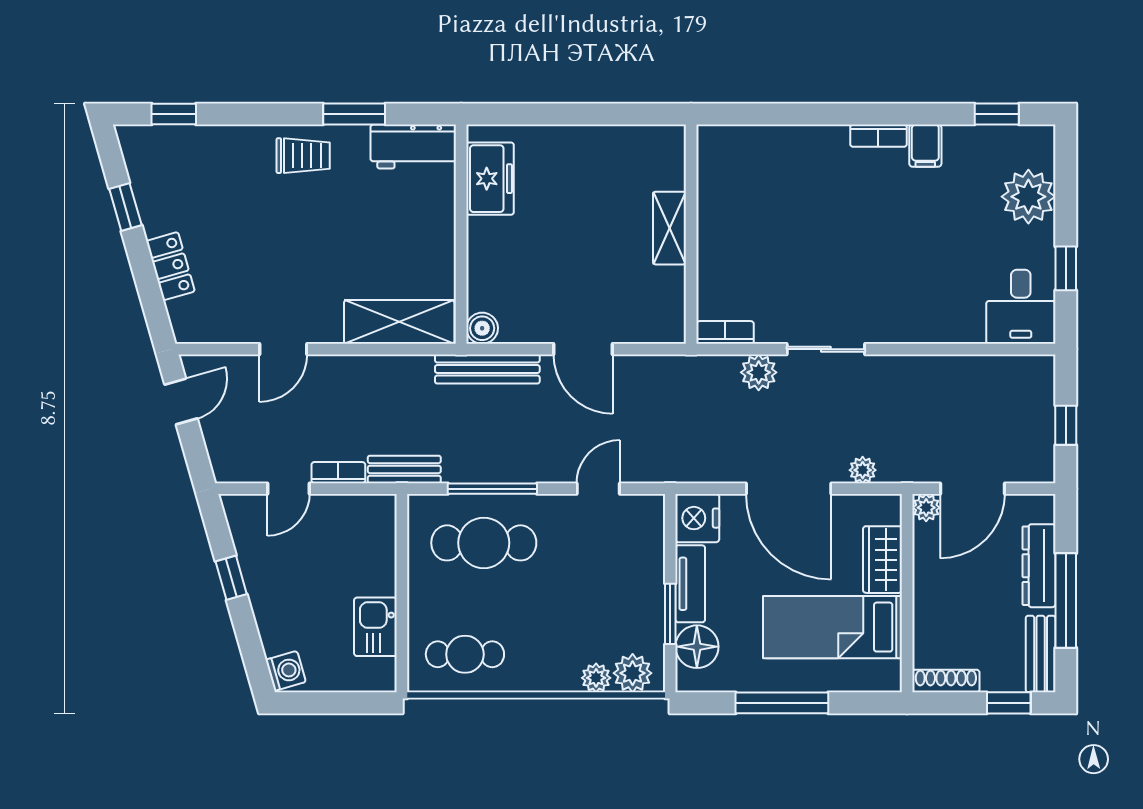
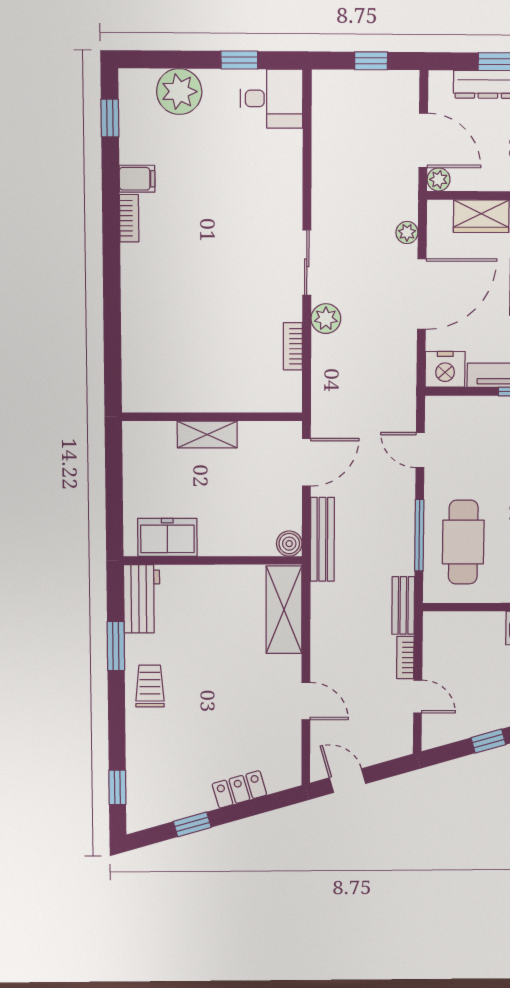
shelving: (669, 228) -> (207, 434), moved
wall: (691, 234) -> (212, 417), moved

